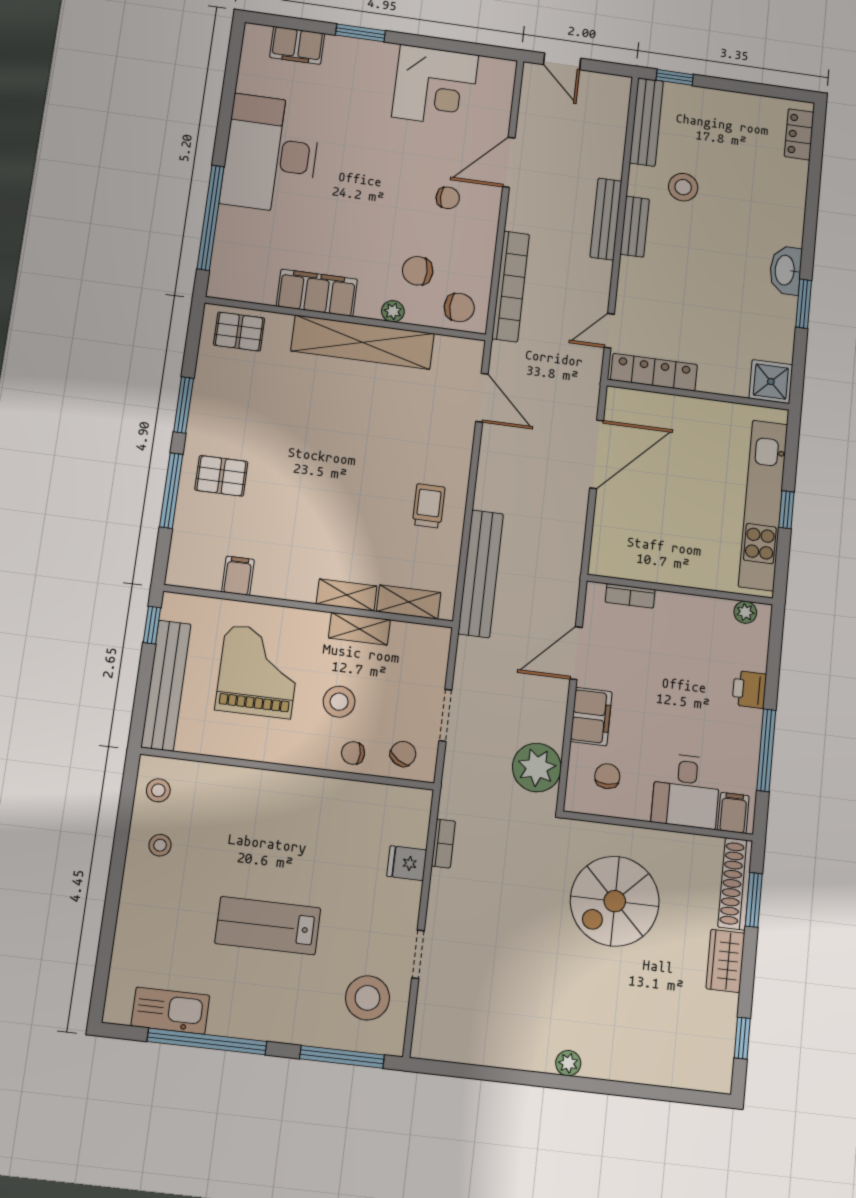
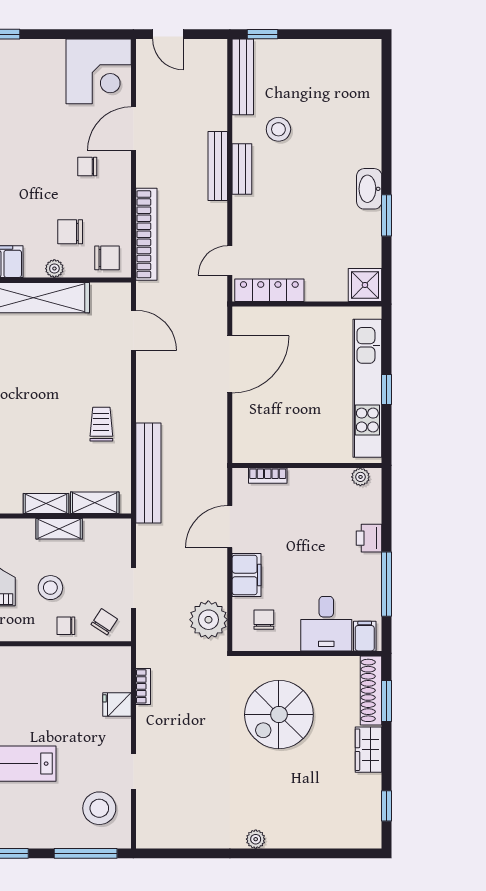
corner desk: (435, 86) -> (99, 71), moved
locker: (799, 134) -> (371, 69), removed
chair: (448, 198) -> (87, 166), turned 180

